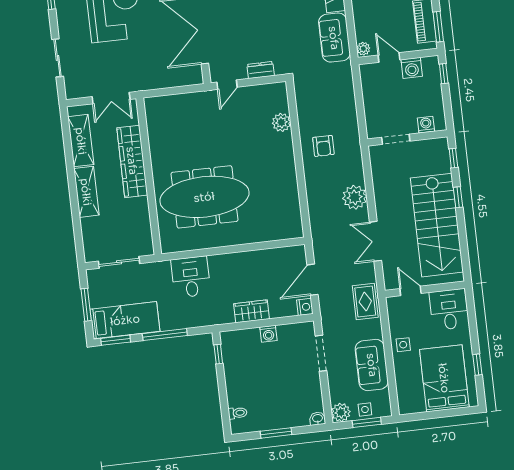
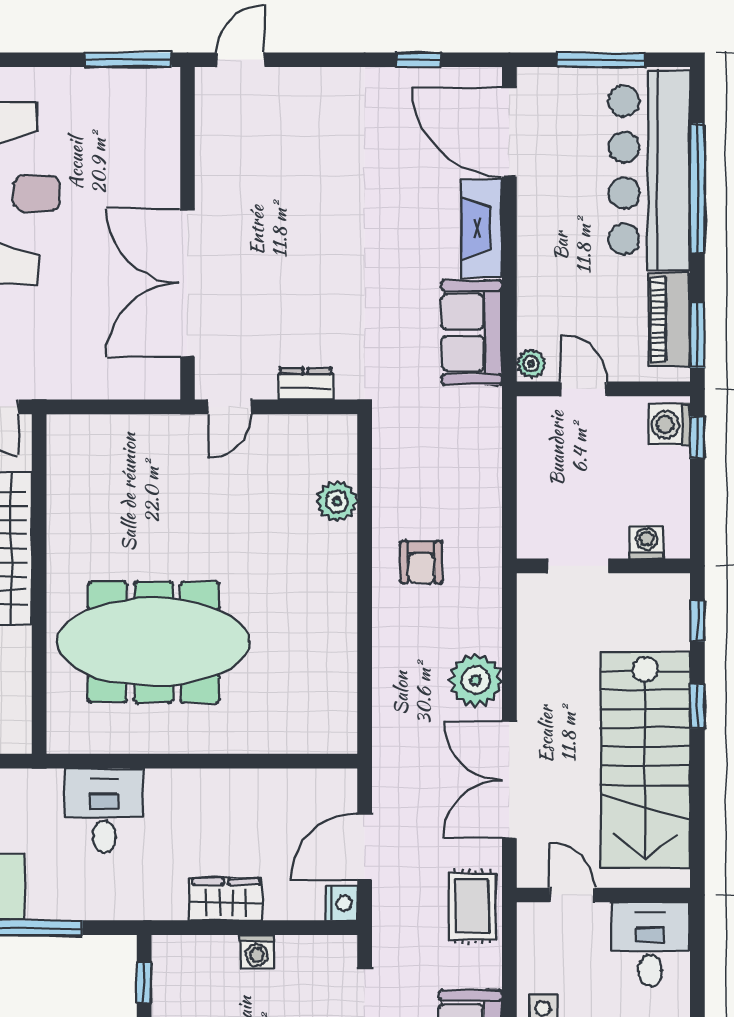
washing machine: (412, 68) -> (669, 425), moved, turned 90
double door: (375, 241) -> (509, 780), width x1.37

